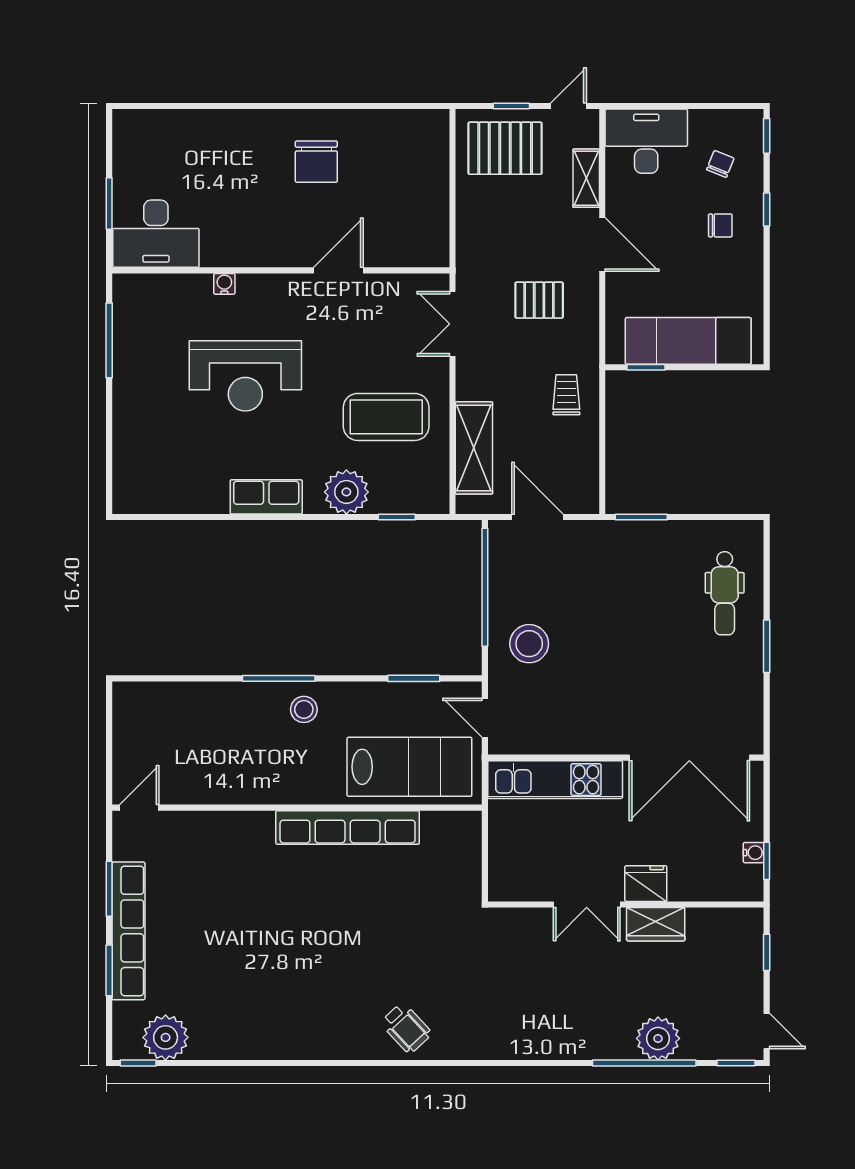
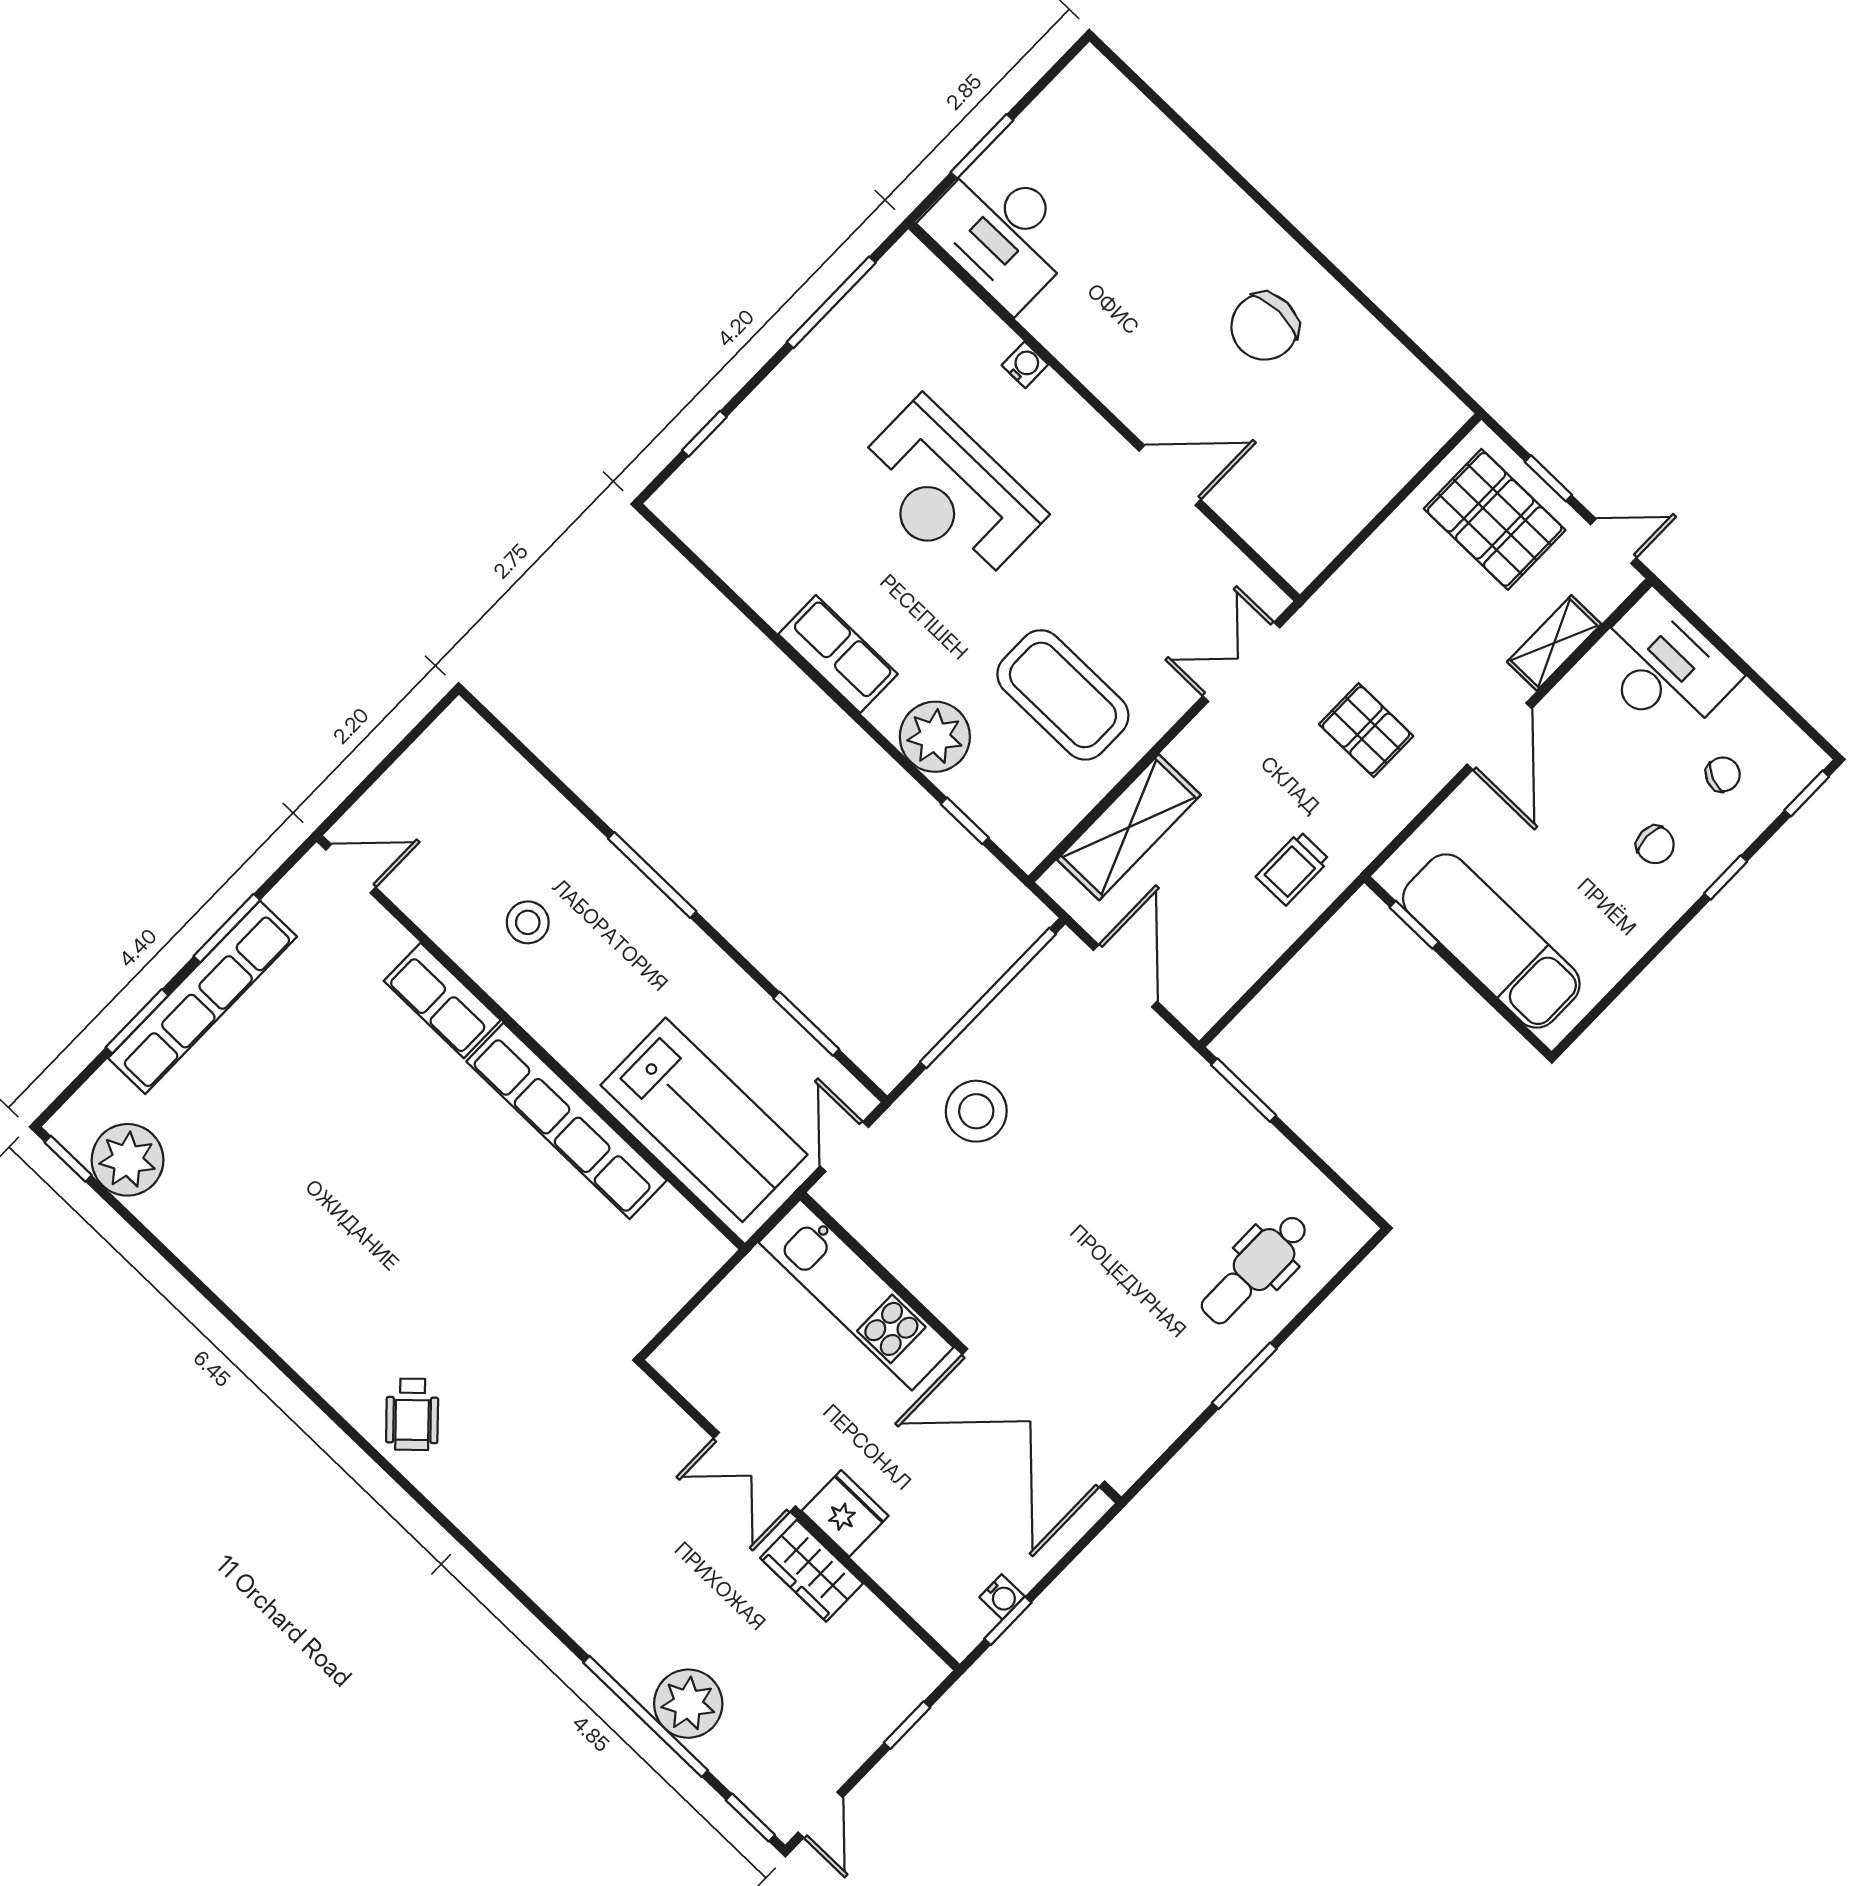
trolley: (566, 395) -> (1293, 868), turned 180
window: (109, 455) -> (704, 434), added
stool: (304, 709) -> (528, 922), moved
row of seats: (238, 827) -> (442, 1000), added

